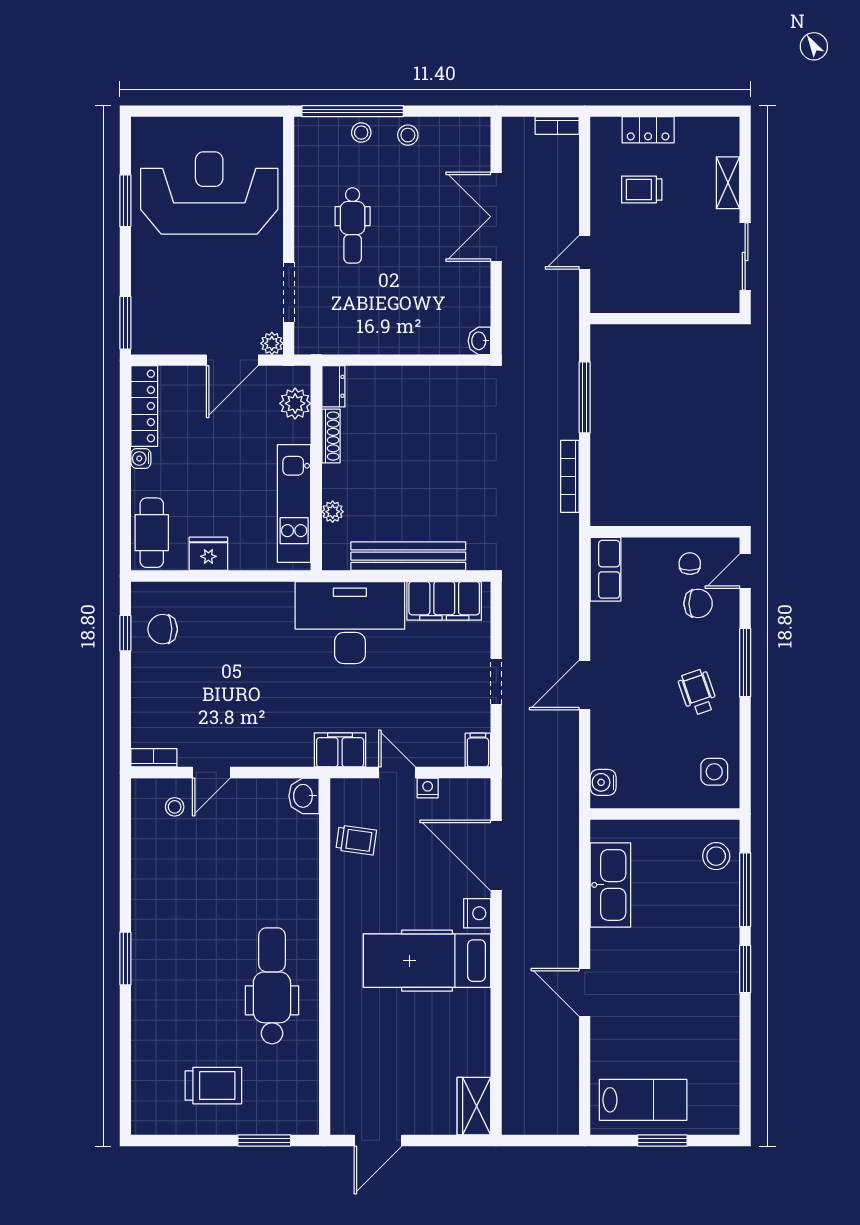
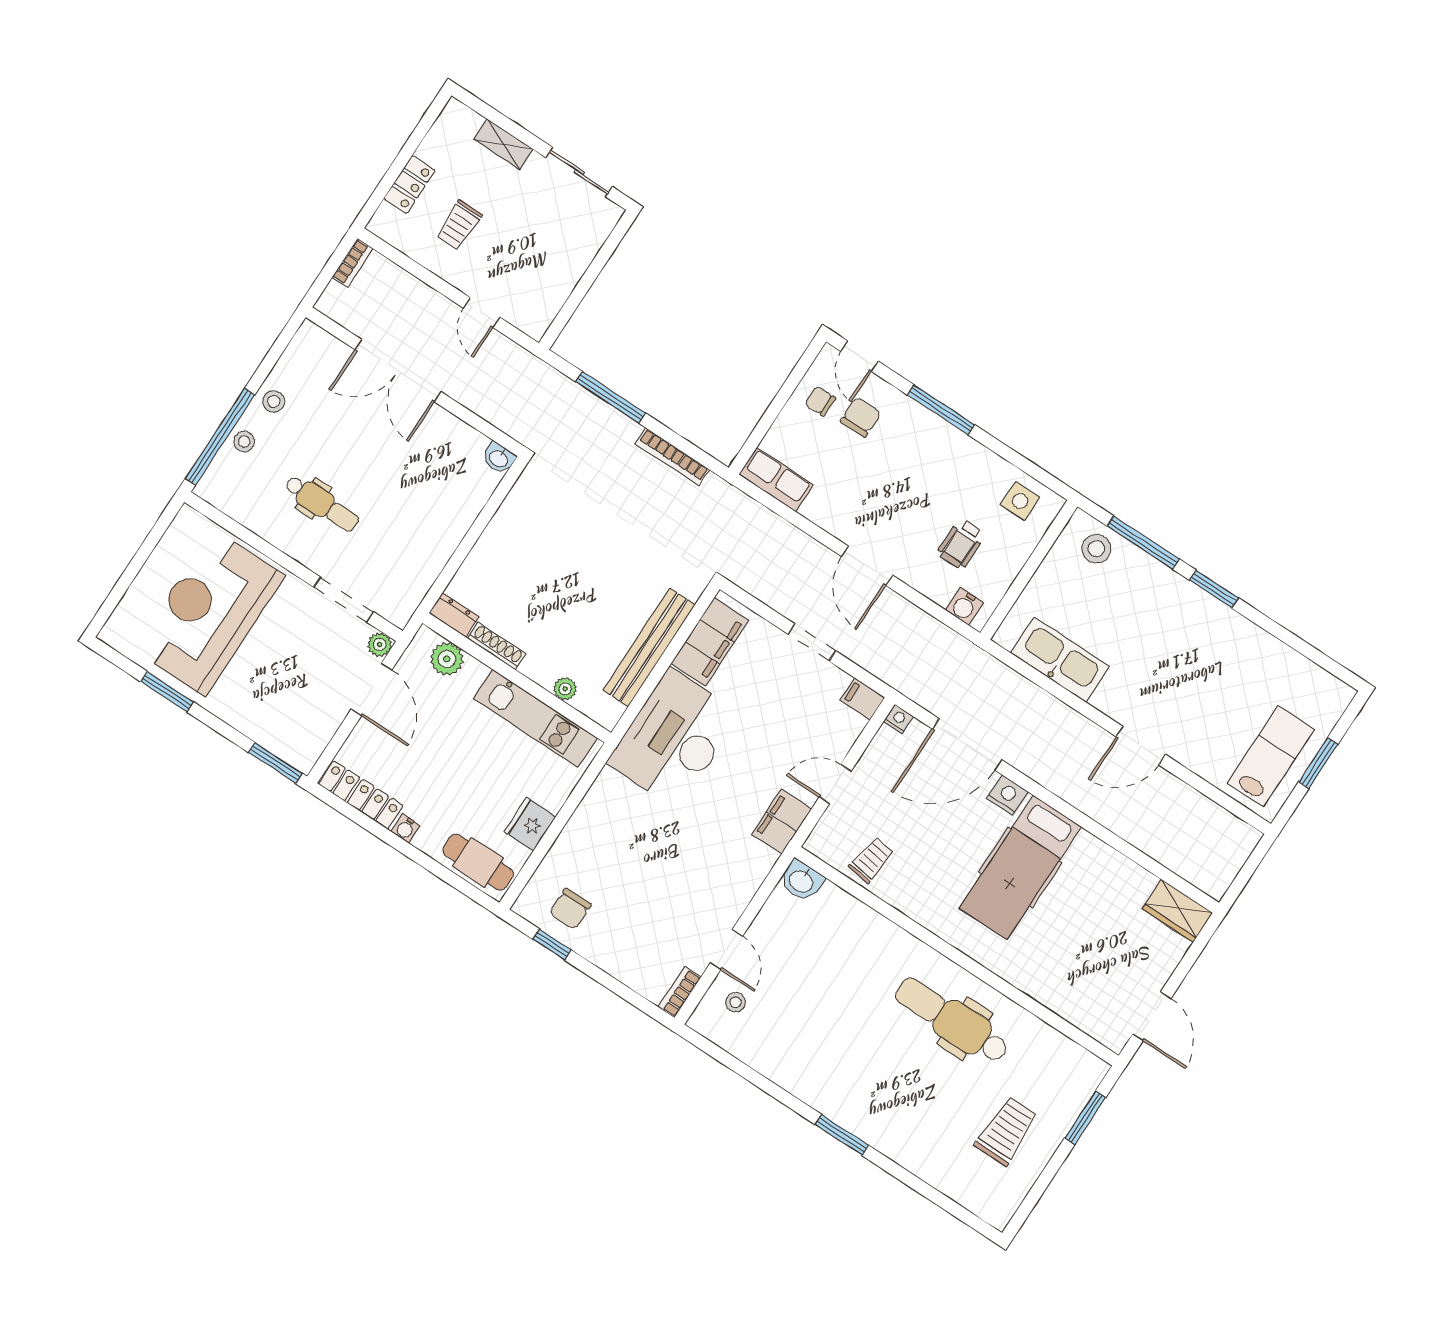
wheelchair: (698, 692) -> (961, 544), moved, turned -71
nightstand: (428, 788) -> (898, 719), moved, turned 90

